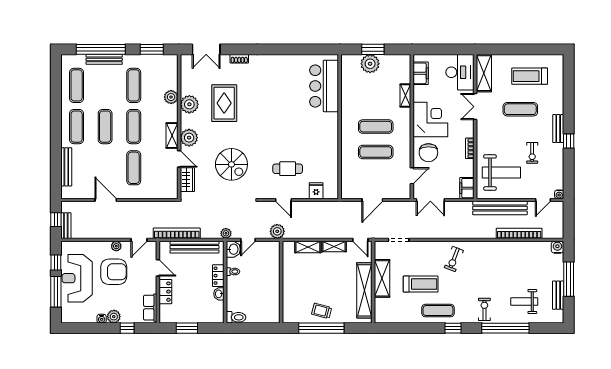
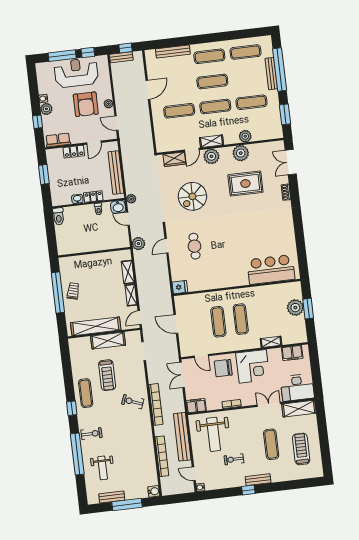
fridge: (316, 191) -> (180, 287), moved
bookcase: (177, 233) -> (156, 404), moved
weight bench: (524, 302) -> (103, 468), turned 180

